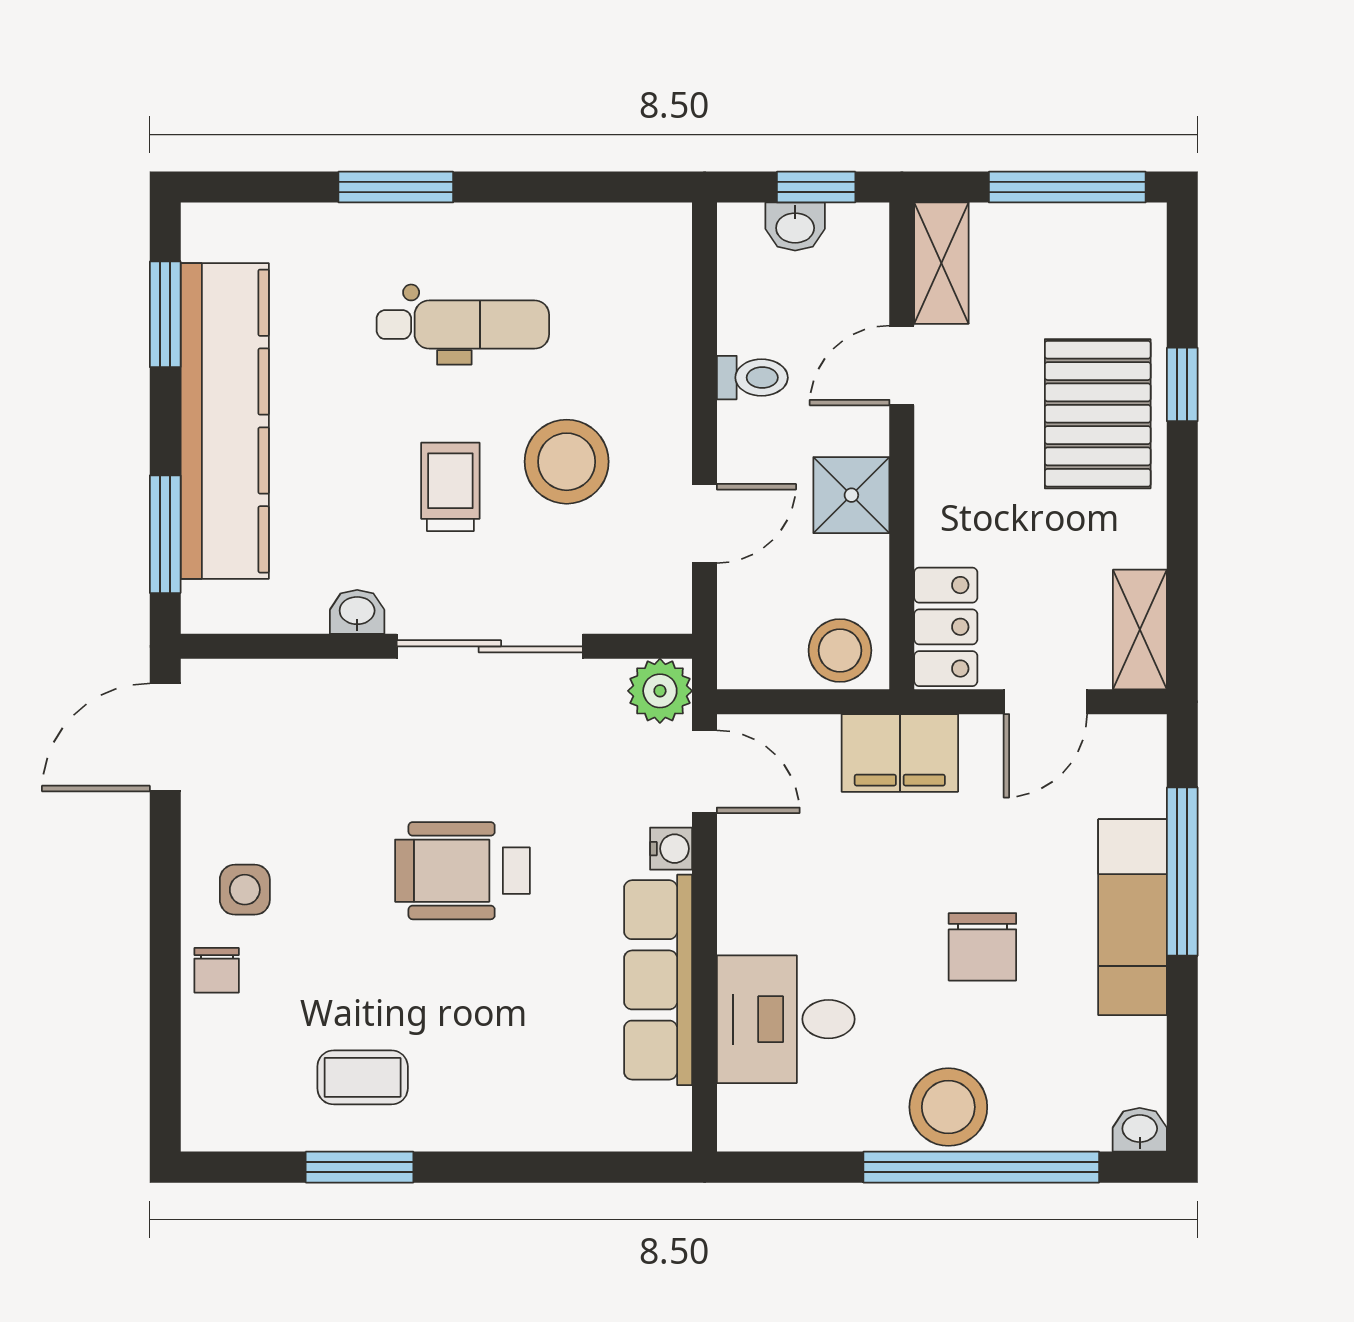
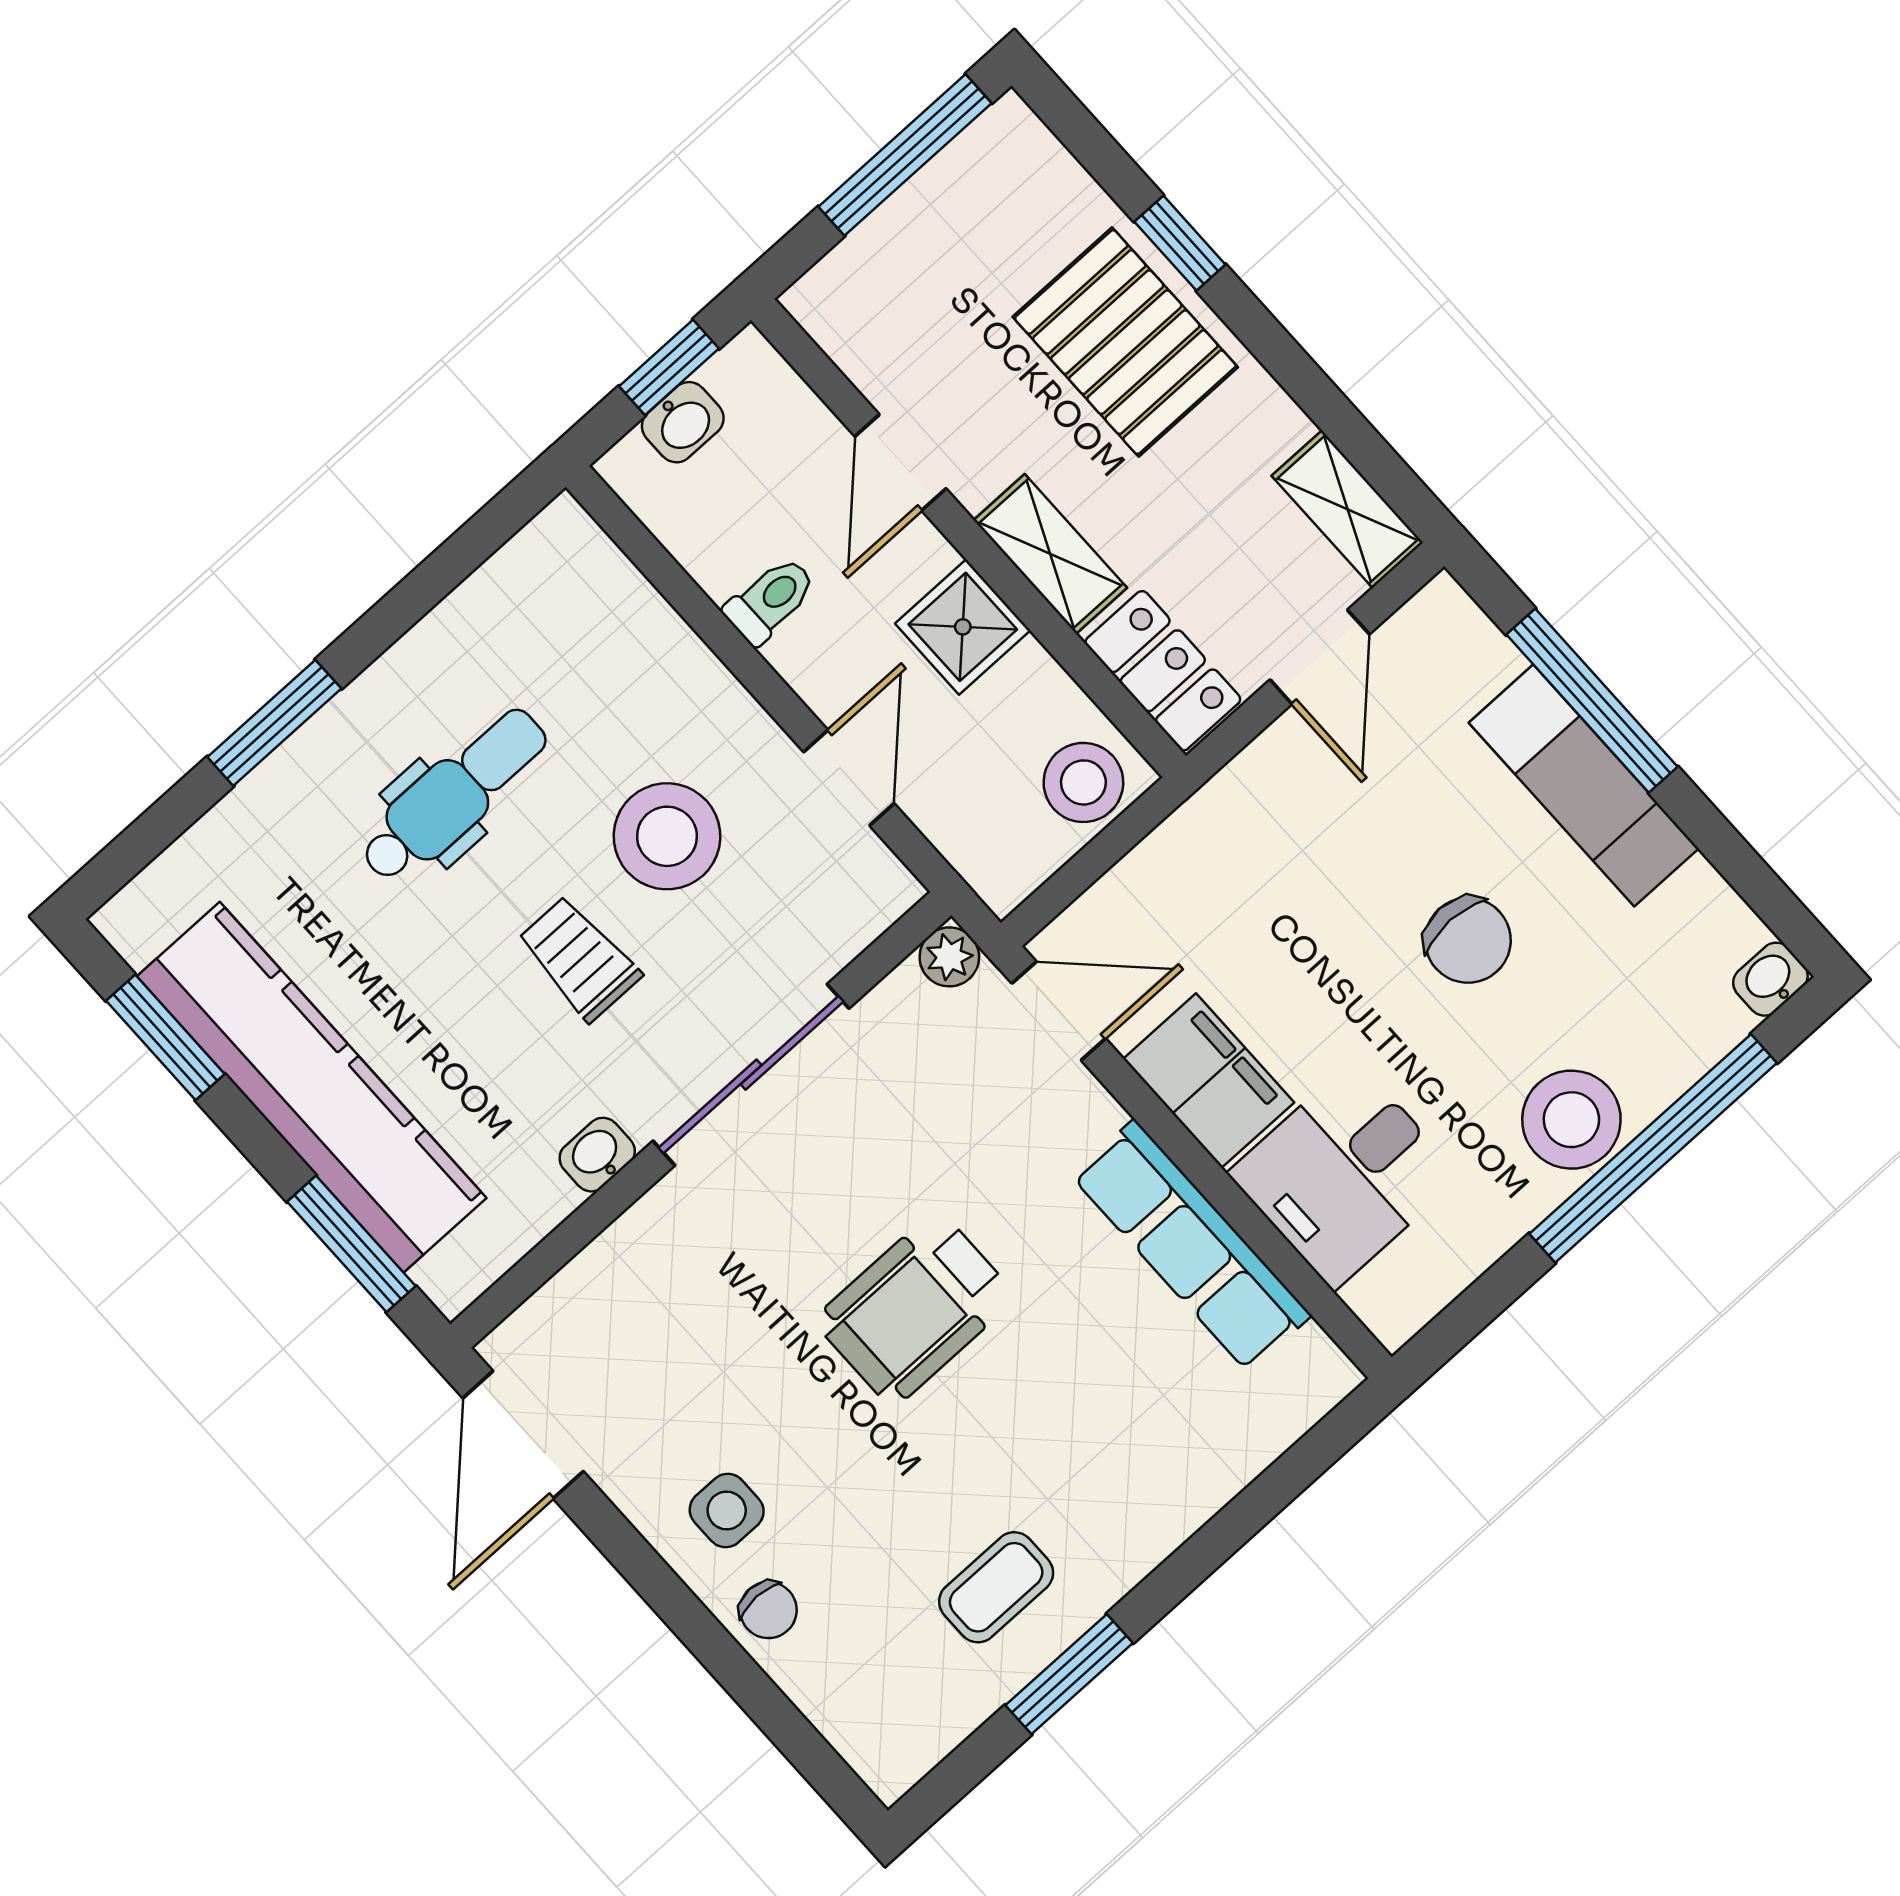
shelving: (941, 263) -> (1050, 554), moved
plant: (660, 691) -> (949, 957), width x0.73, depth x0.73
filing cabinet: (900, 753) -> (1209, 1081), moved, turned -90
water cooler: (671, 849) -> (1092, 1111), removed

